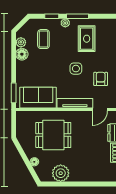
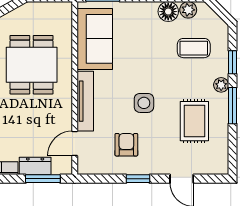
rug: (87, 39) -> (194, 121), turned 90
armchair: (101, 79) -> (126, 145), turned -90
door: (100, 109) -> (75, 143), hinge flipped

